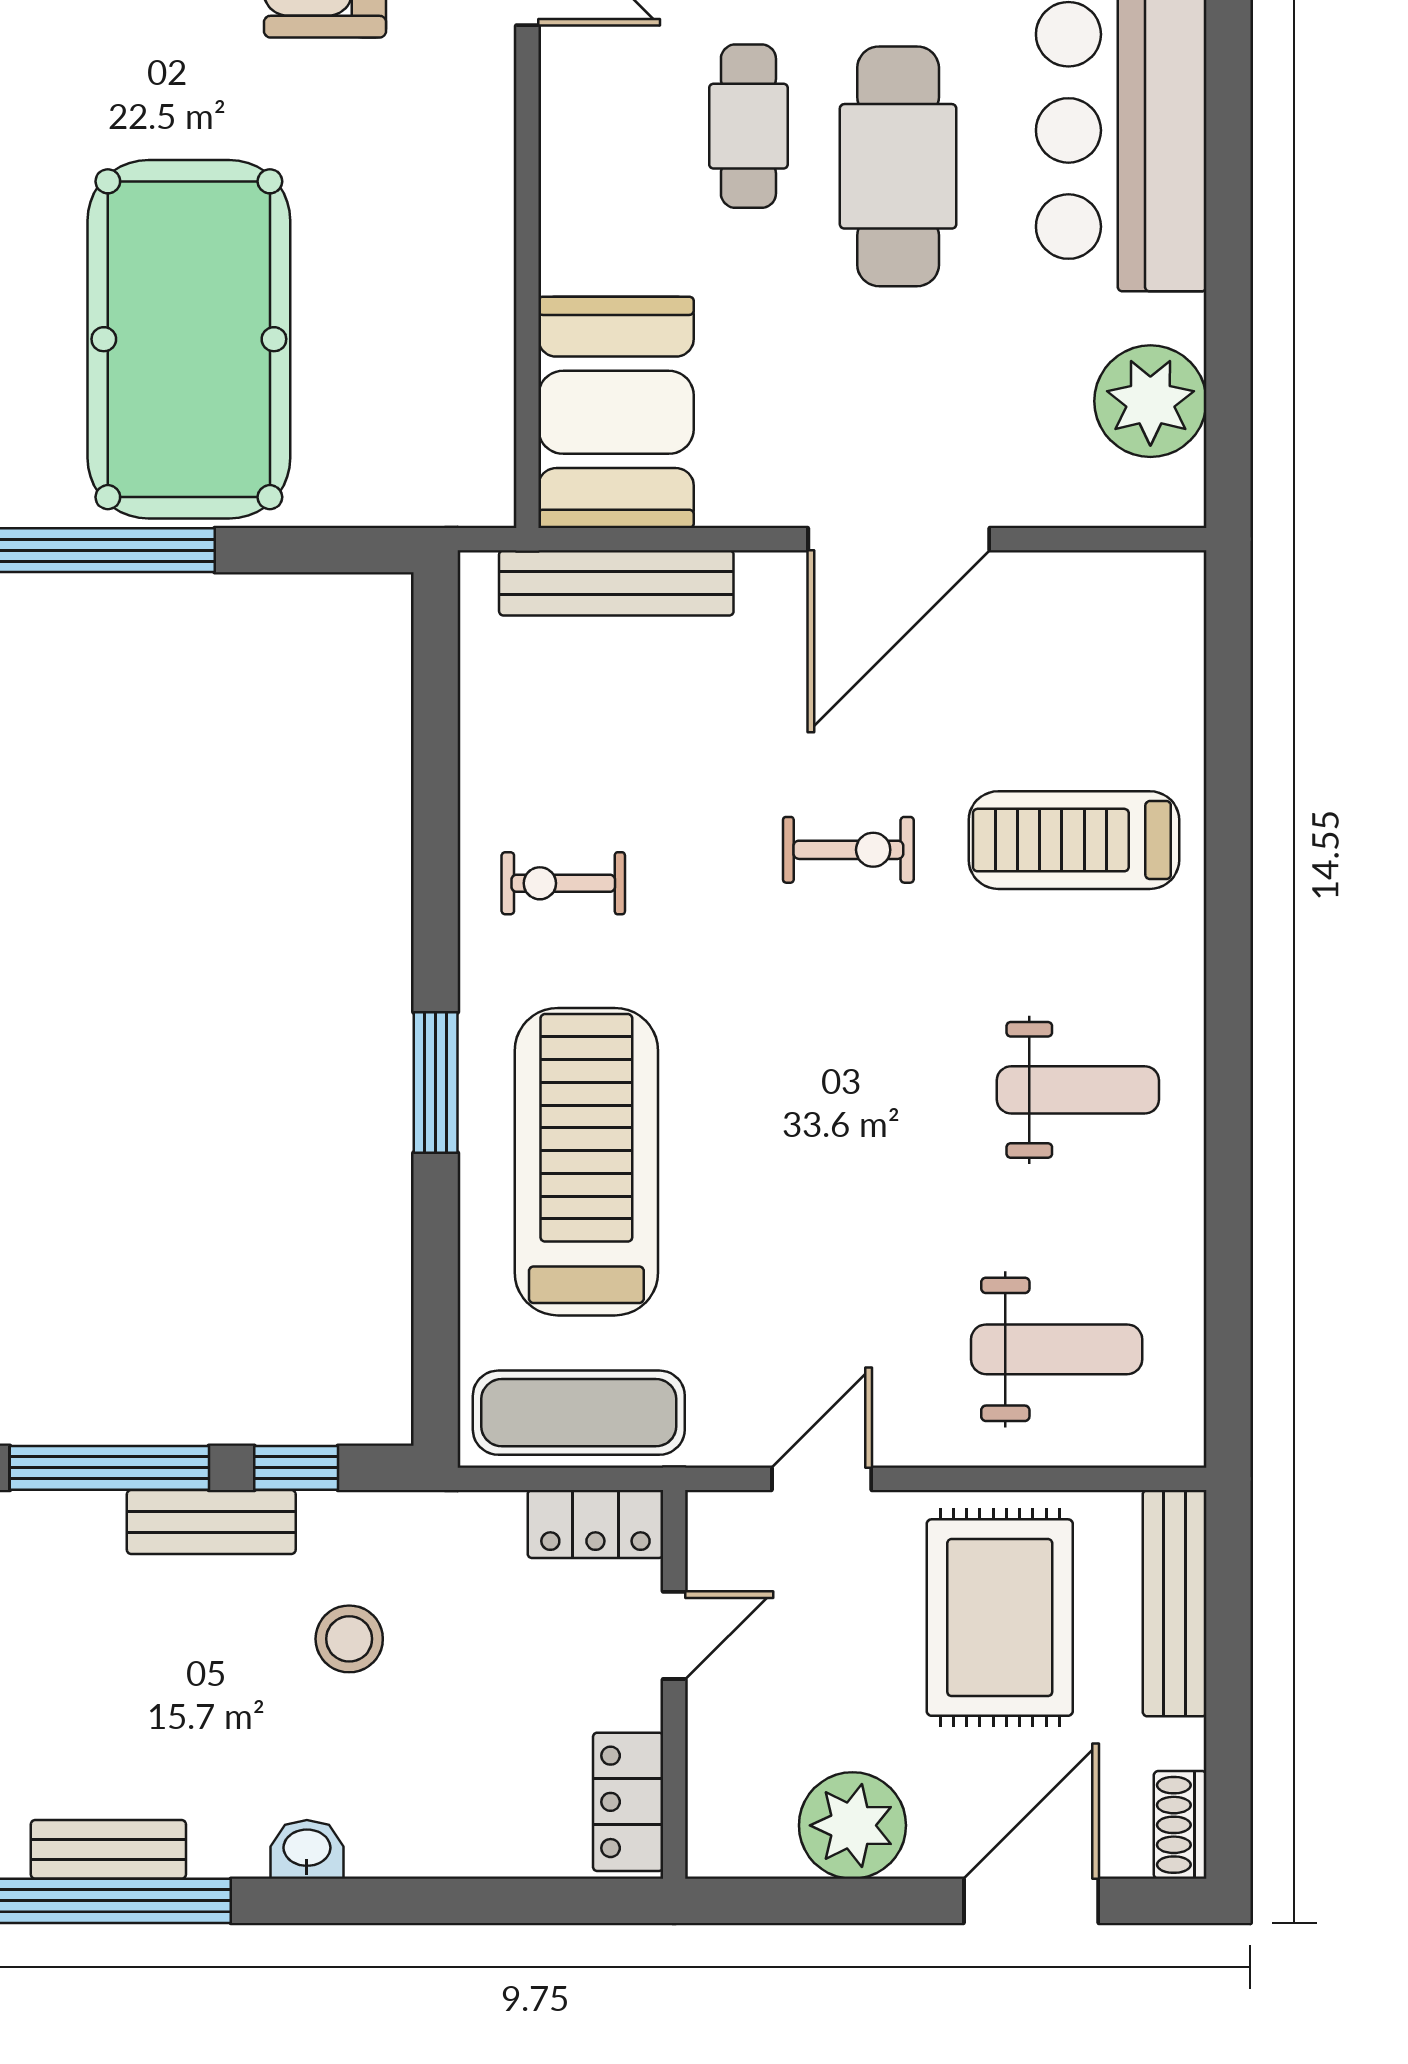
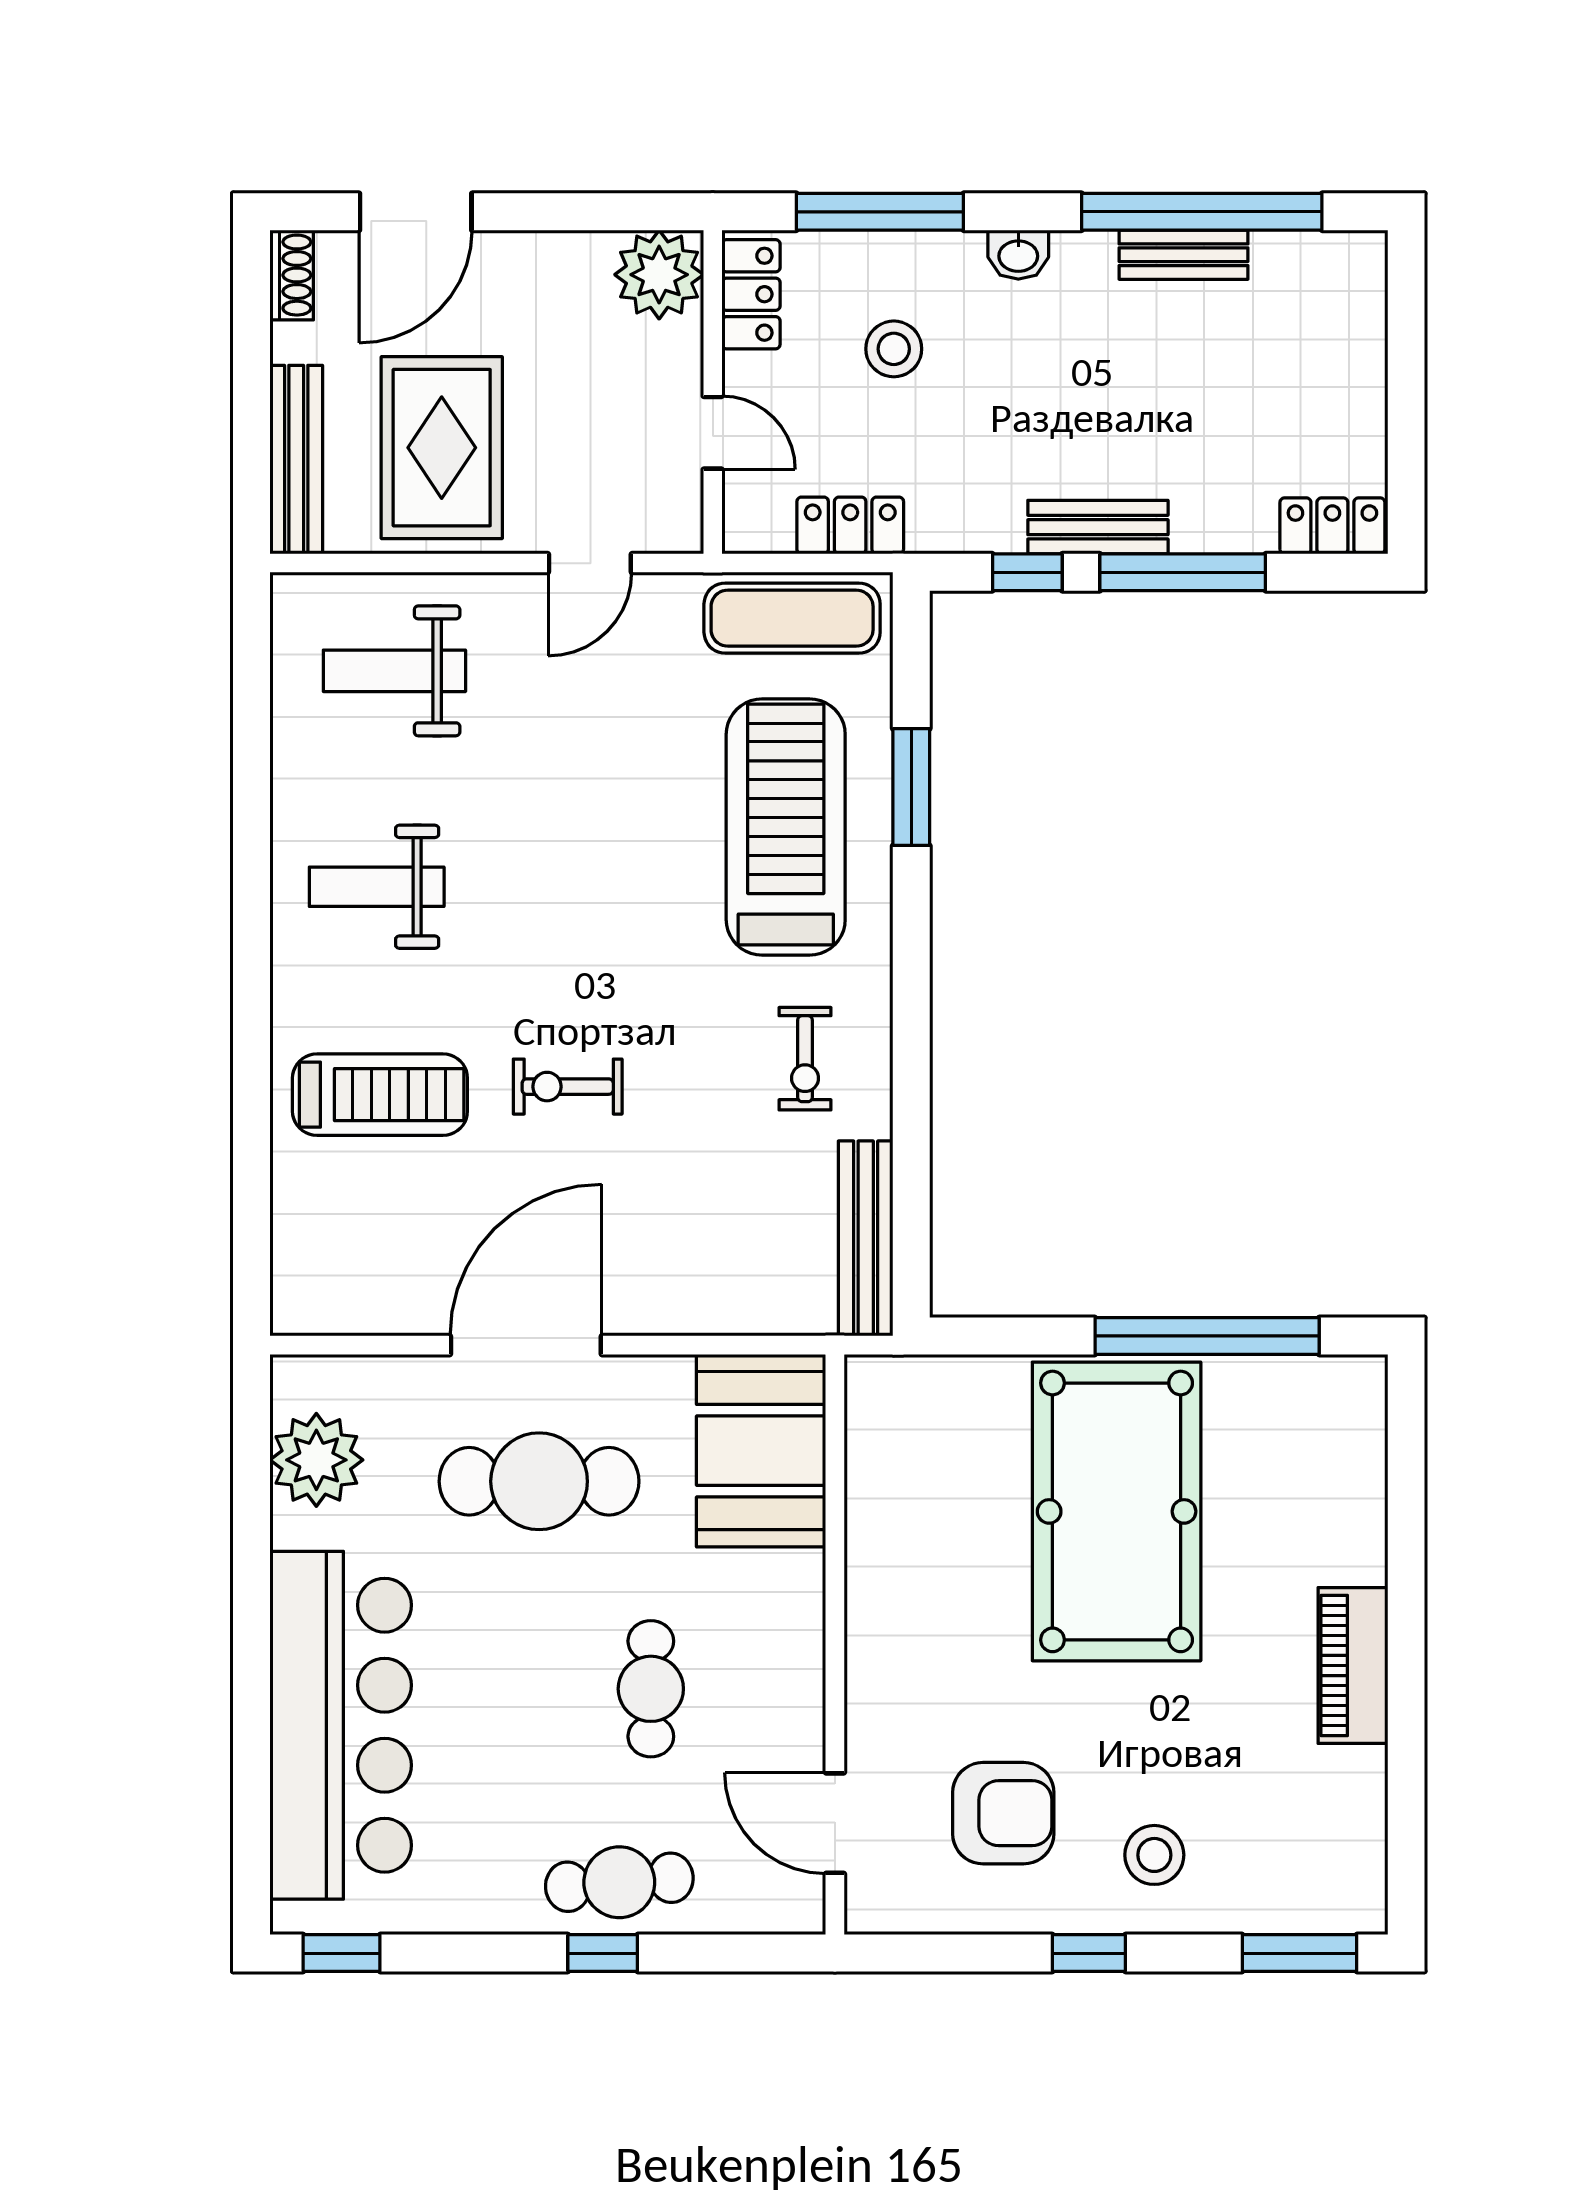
cafe table: (898, 166) -> (539, 1481), moved, turned 90
bench: (616, 583) -> (866, 1238), moved, turned 90
exercise bike: (563, 883) -> (805, 1059), turned 90
window: (436, 1083) -> (911, 787), moved
treadmill: (586, 1162) -> (786, 827), turned 180
locker: (595, 1524) -> (850, 525), moved
door: (674, 1635) -> (713, 433), swing flipped
stool: (349, 1639) -> (894, 349), moved
plant: (852, 1825) -> (659, 275), moved
window: (473, 1901) -> (880, 212), added

